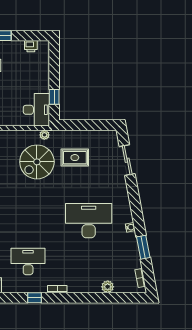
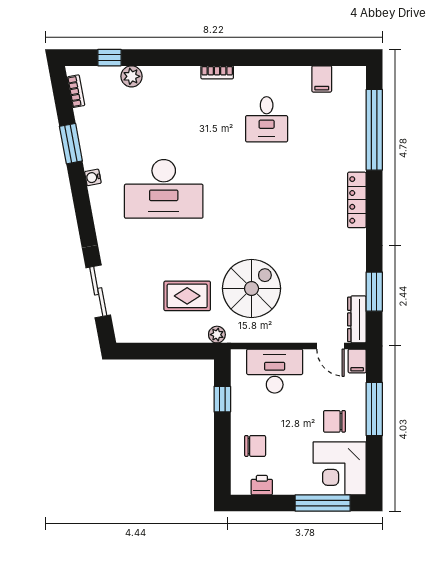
chair: (35, 69) -> (255, 446), added
desk: (36, 110) -> (275, 371), moved, turned 90
plant: (44, 135) -> (217, 335), moved
desk: (28, 262) -> (267, 119), width x0.73
window: (34, 298) -> (109, 58), moved

